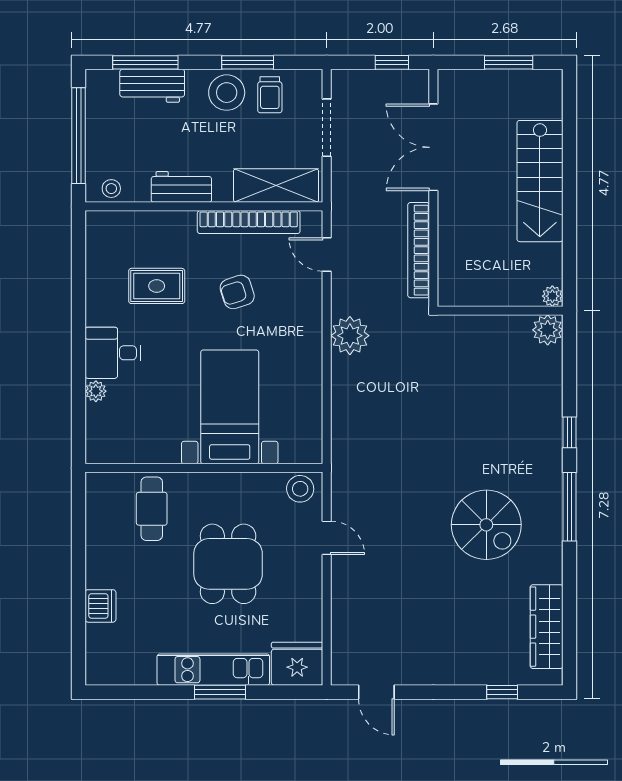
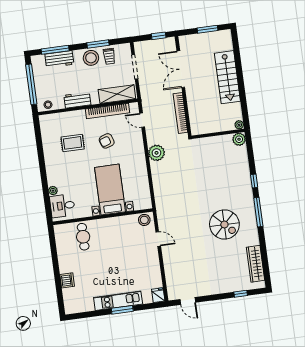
desk: (113, 353) -> (62, 206), moved
dining table: (228, 564) -> (118, 256), removed
fridge: (297, 664) -> (158, 295), width x0.53, depth x0.75

